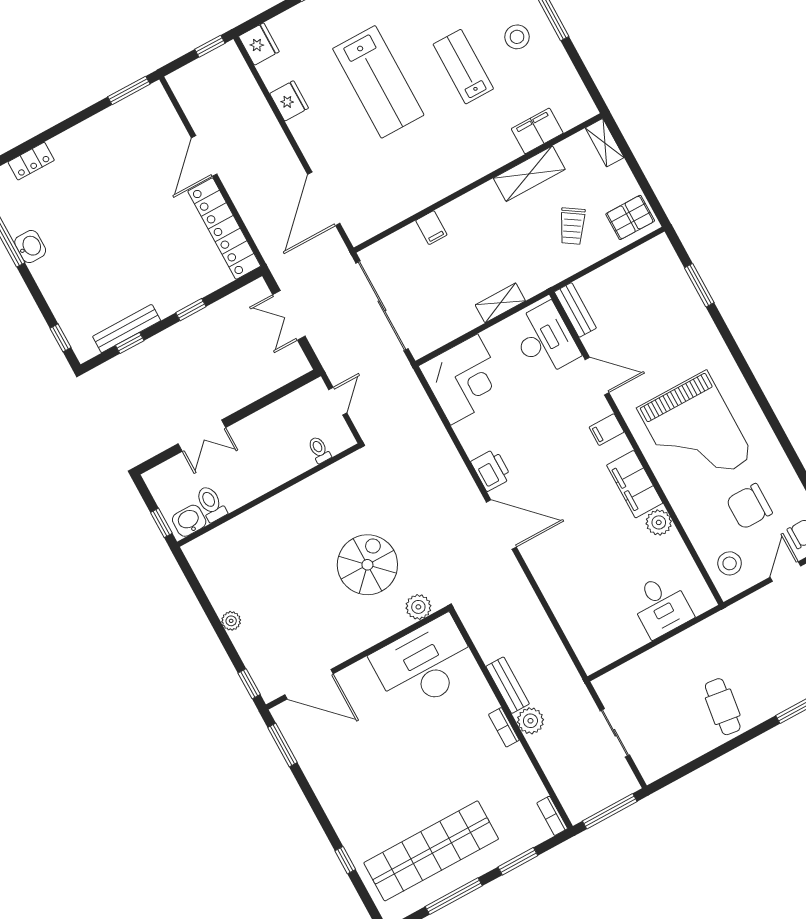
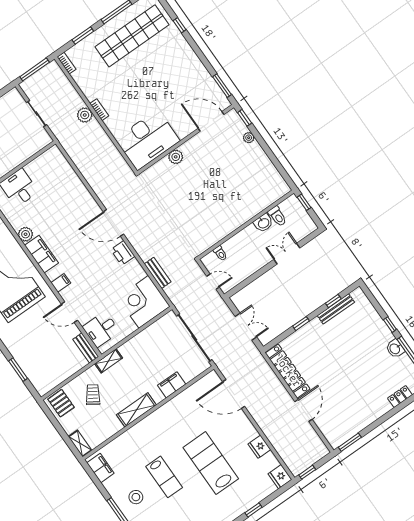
filing cabinet: (537, 131) -> (100, 468), moved, turned -90
shelving: (529, 174) -> (136, 410), moved
door: (324, 199) -> (234, 394), swing flipped
pallet: (630, 217) -> (61, 403), turned 90
filing cabinet: (431, 228) -> (172, 385), width x2.00
shelving: (500, 303) -> (109, 361), moved
window: (61, 338) -> (390, 325), moved
desk: (545, 339) -> (101, 329), width x0.73
door: (338, 401) -> (213, 282), swing flipped
washbasin: (189, 521) -> (263, 223), moved
spiral stairs: (367, 565) -> (186, 192), removed
plant: (418, 607) -> (176, 157), moved
plant: (231, 621) -> (249, 138), moved
bench: (508, 685) -> (158, 273), moved

